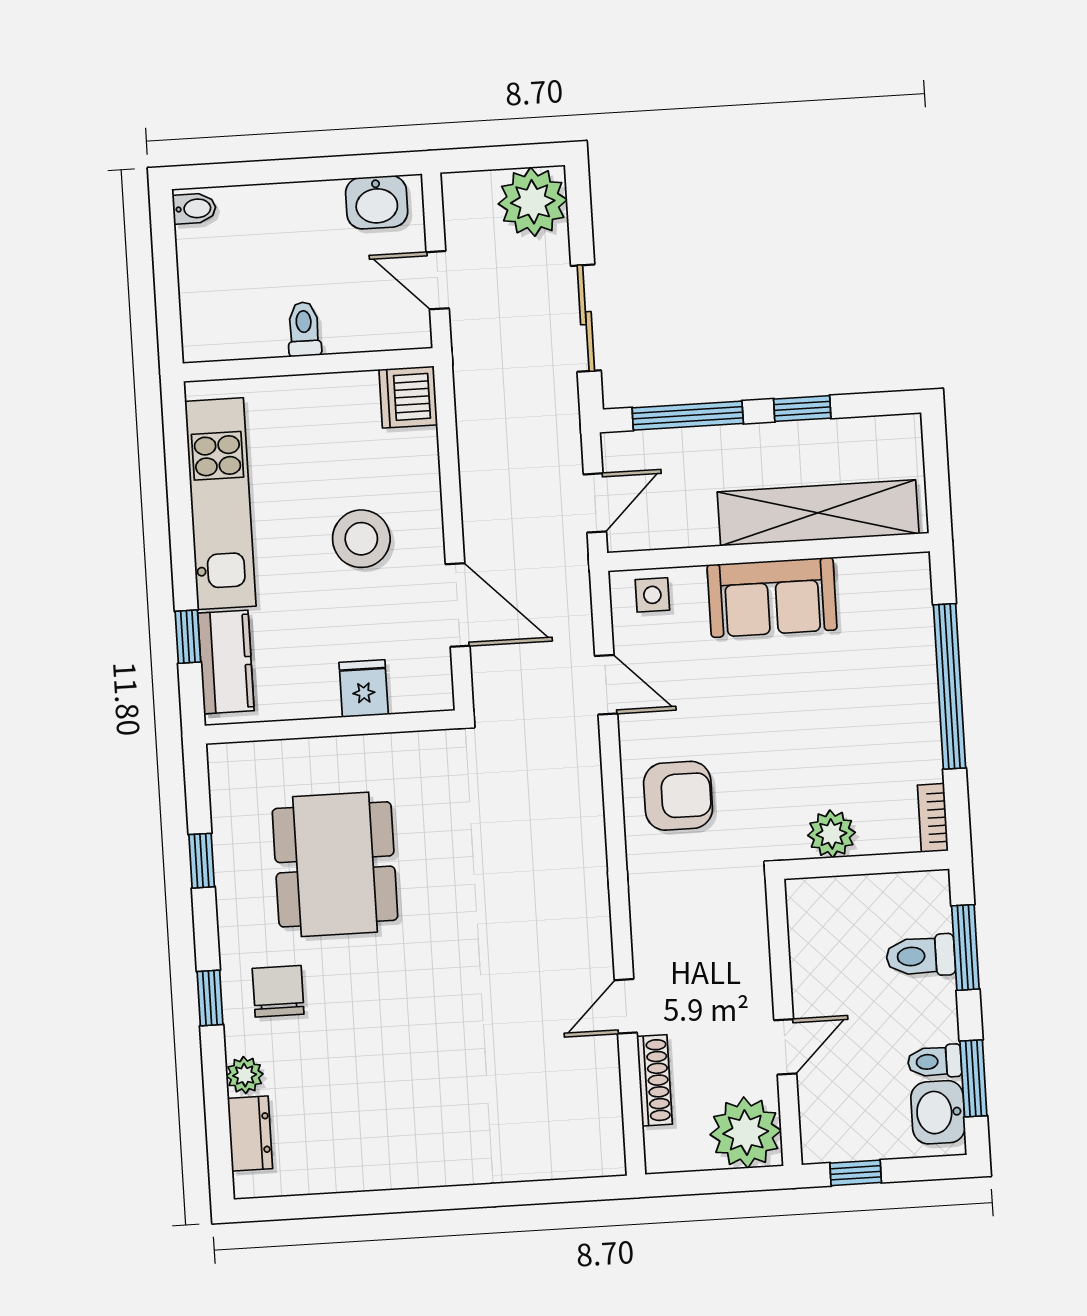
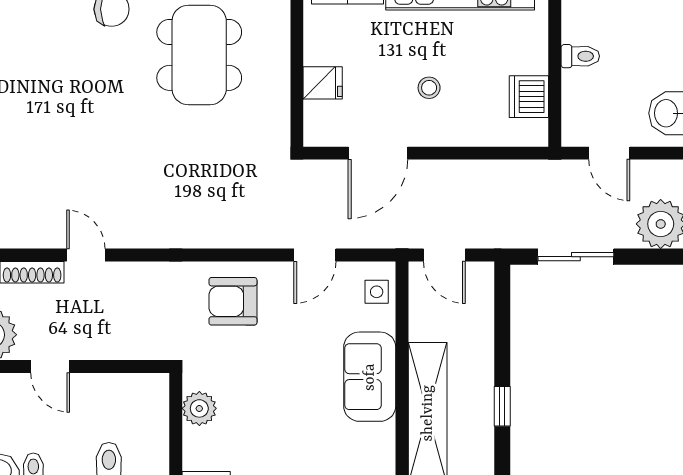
door: (438, 280) -> (609, 153), swing flipped
dishwasher: (408, 397) -> (529, 97), moved, turned -90
window: (688, 416) -> (502, 325), removed
stool: (361, 539) -> (429, 88), width x0.53, depth x0.53
armchair: (678, 796) -> (233, 301), turned 90
dining table: (335, 864) -> (199, 55), turned 90

